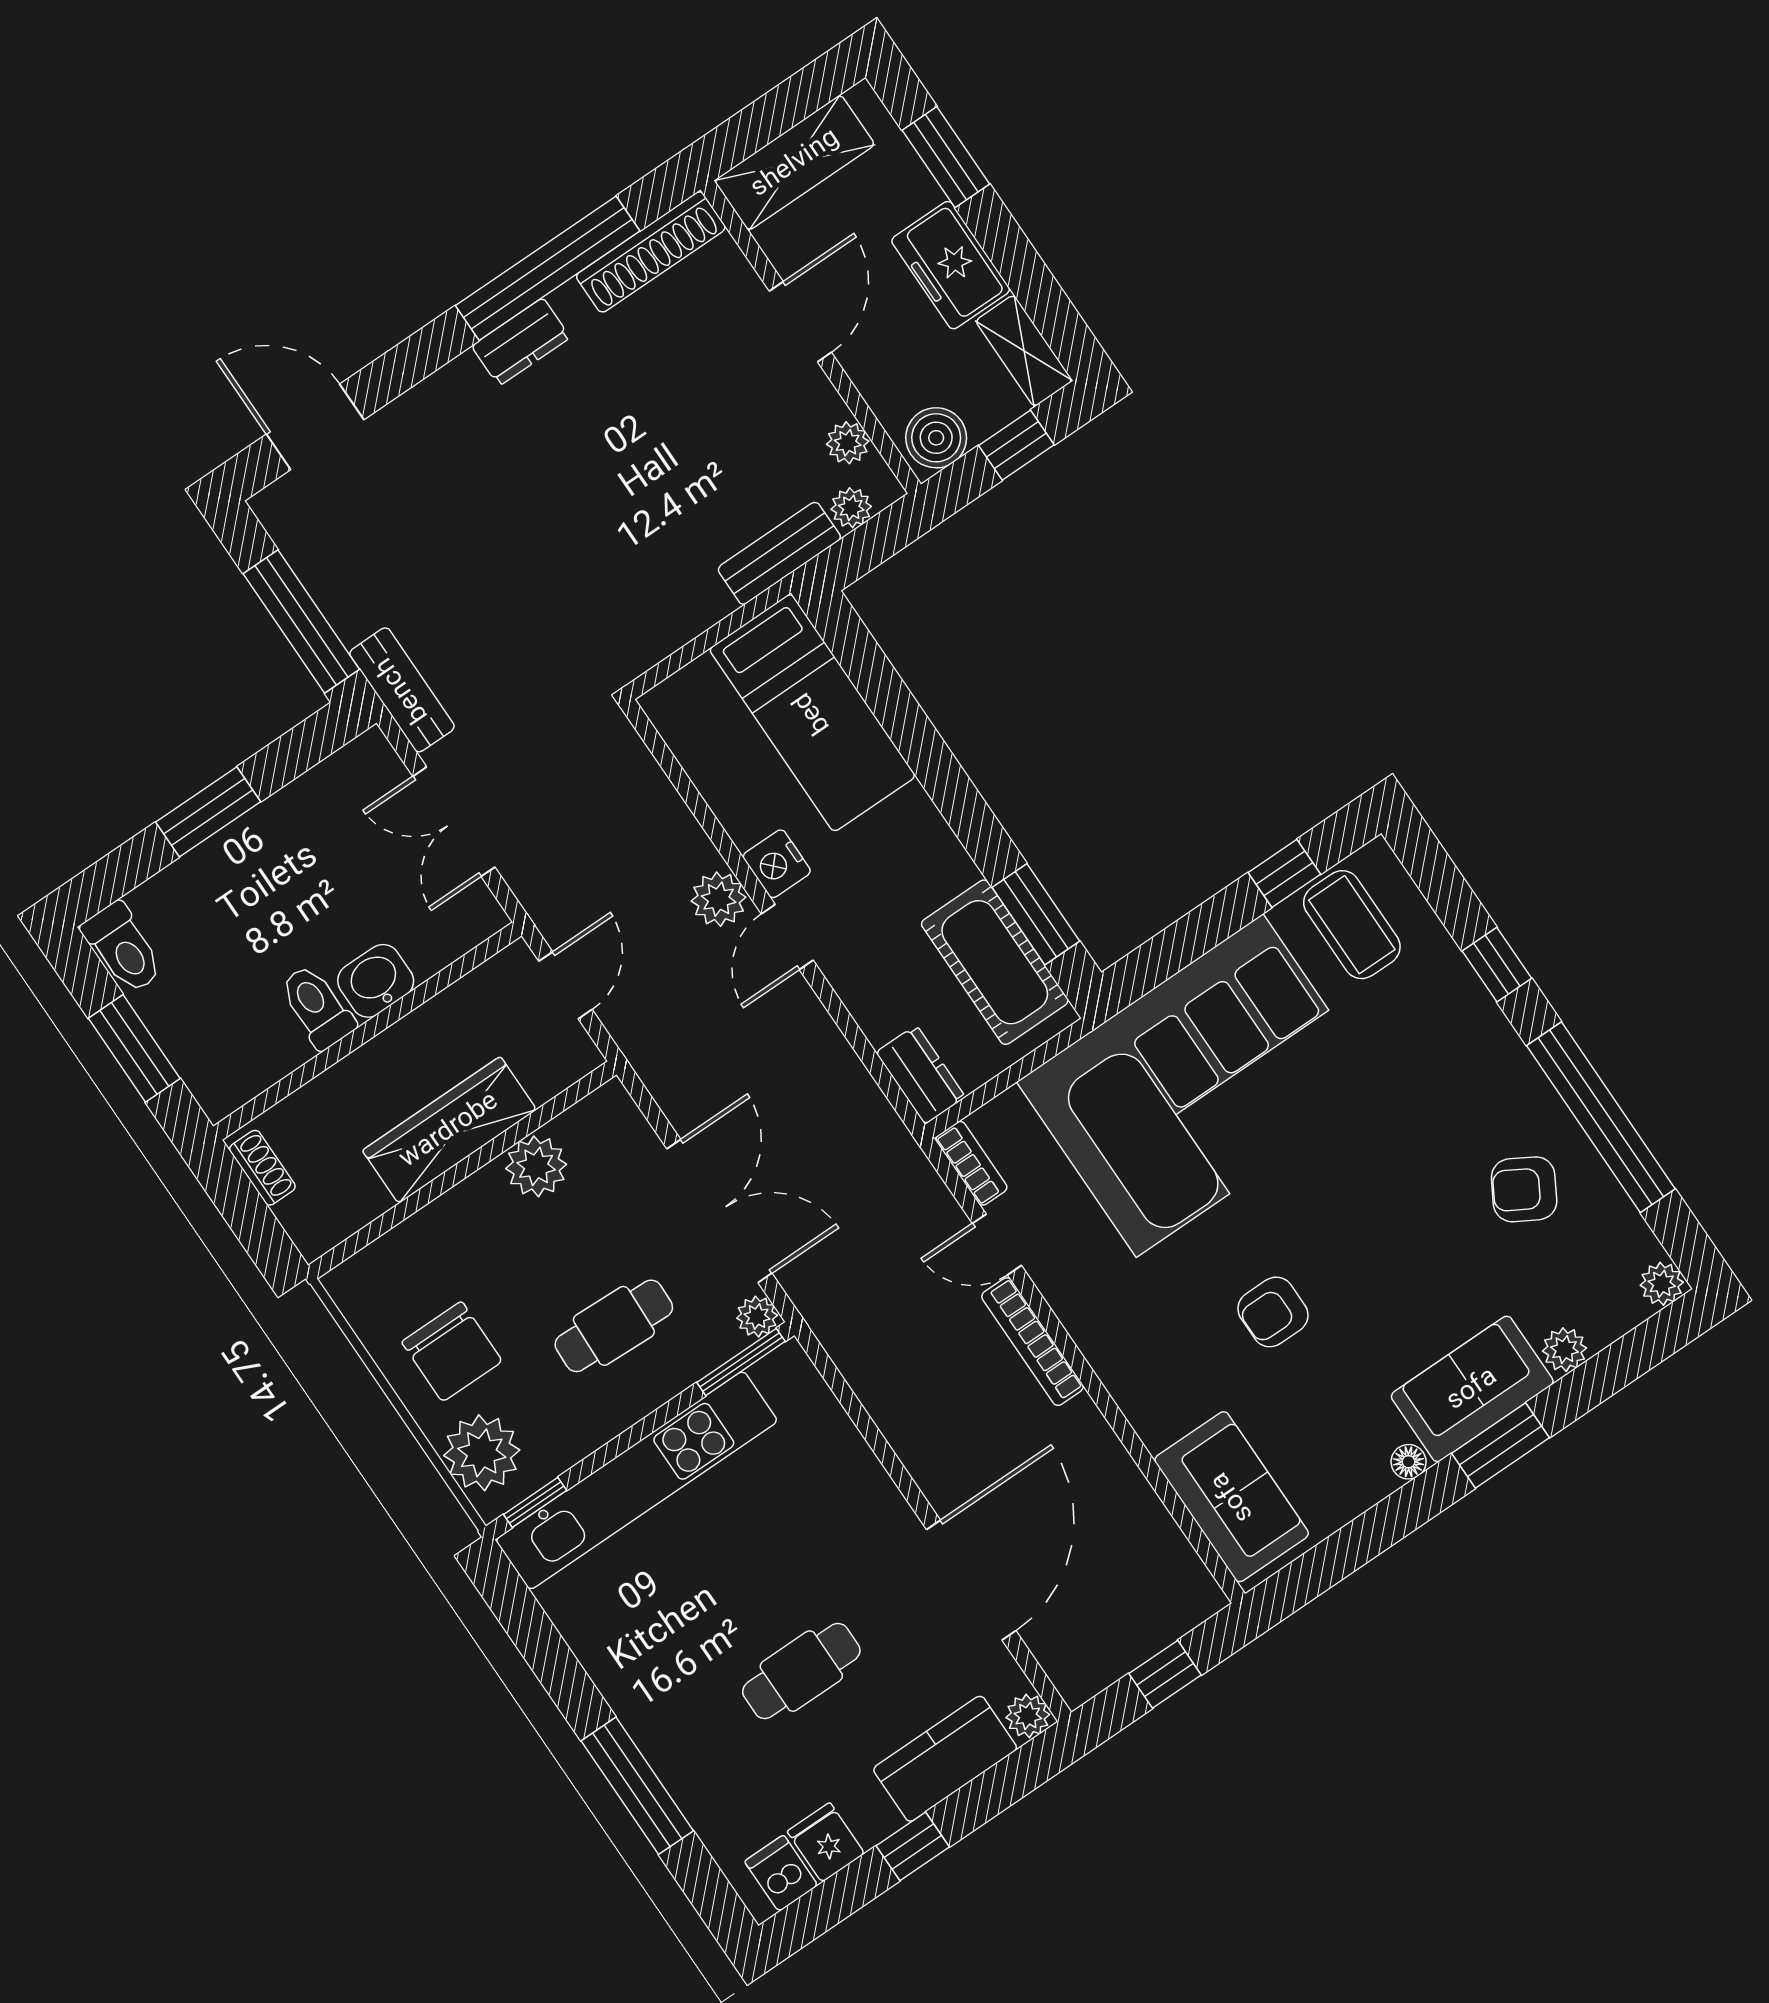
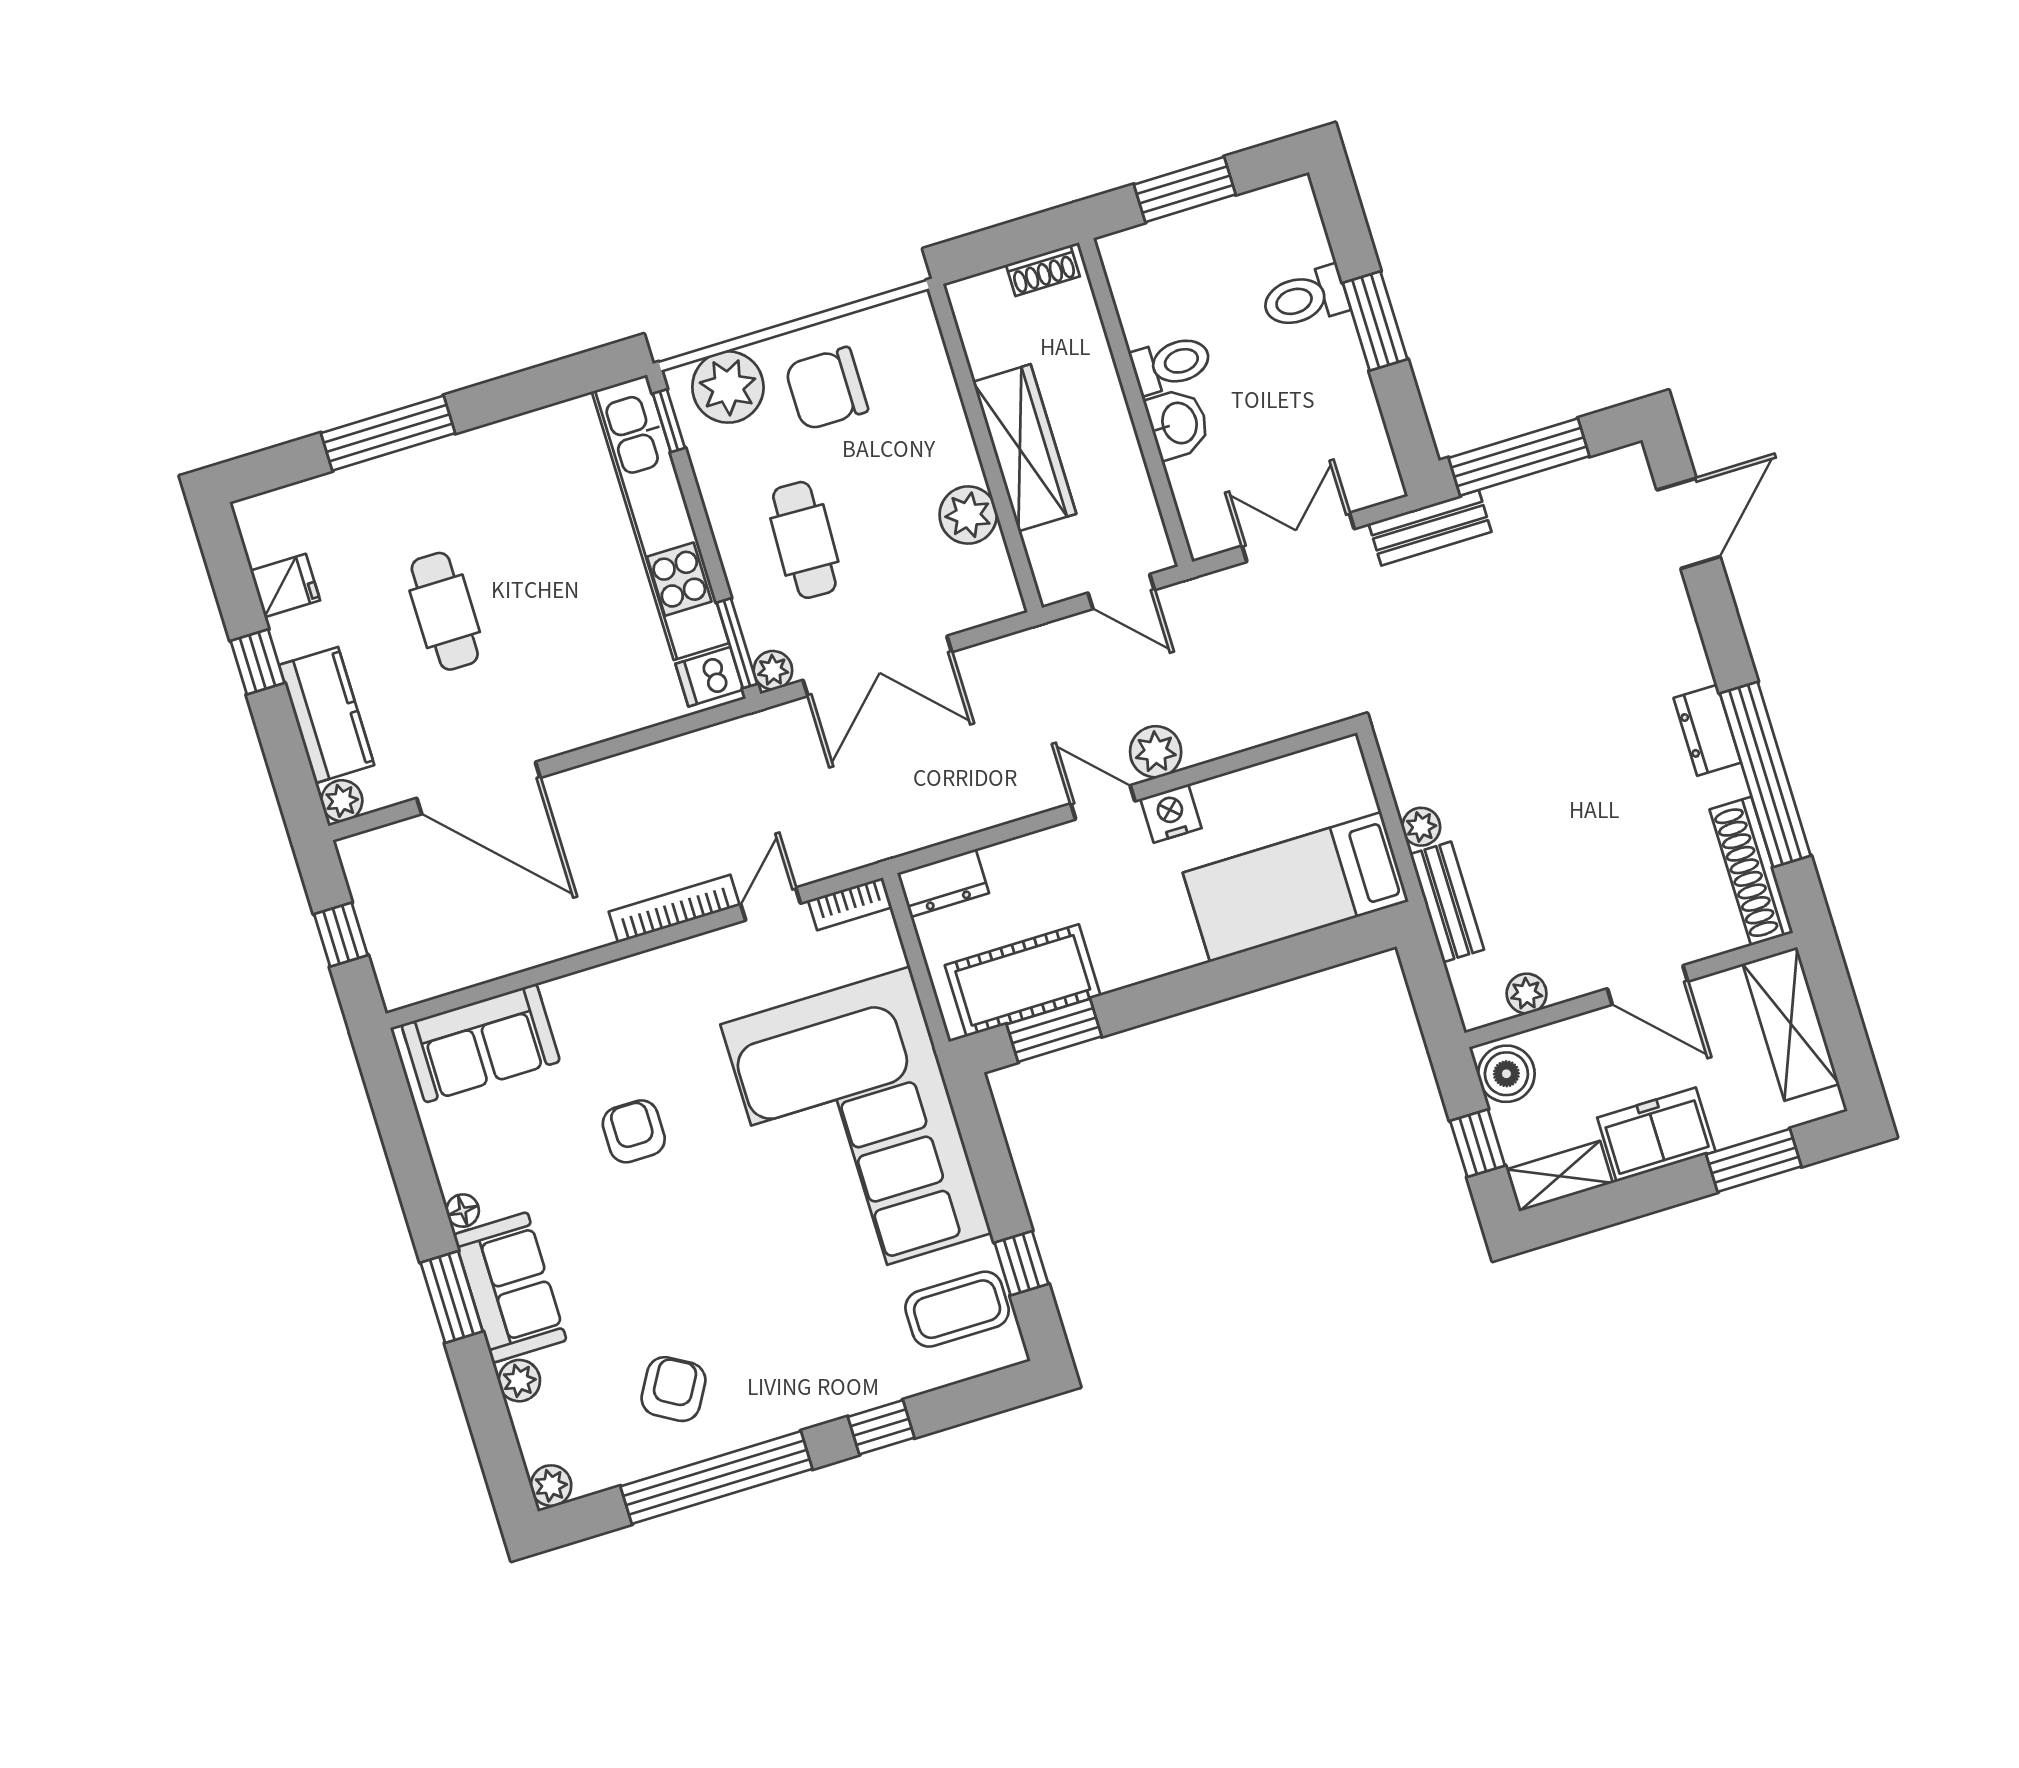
plant: (851, 508) -> (1421, 827), moved
toilet: (123, 948) -> (1305, 298), moved
dishwasher: (781, 1873) -> (709, 677), moved, turned 180

